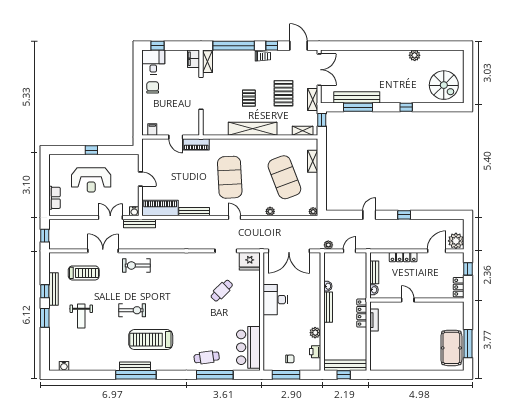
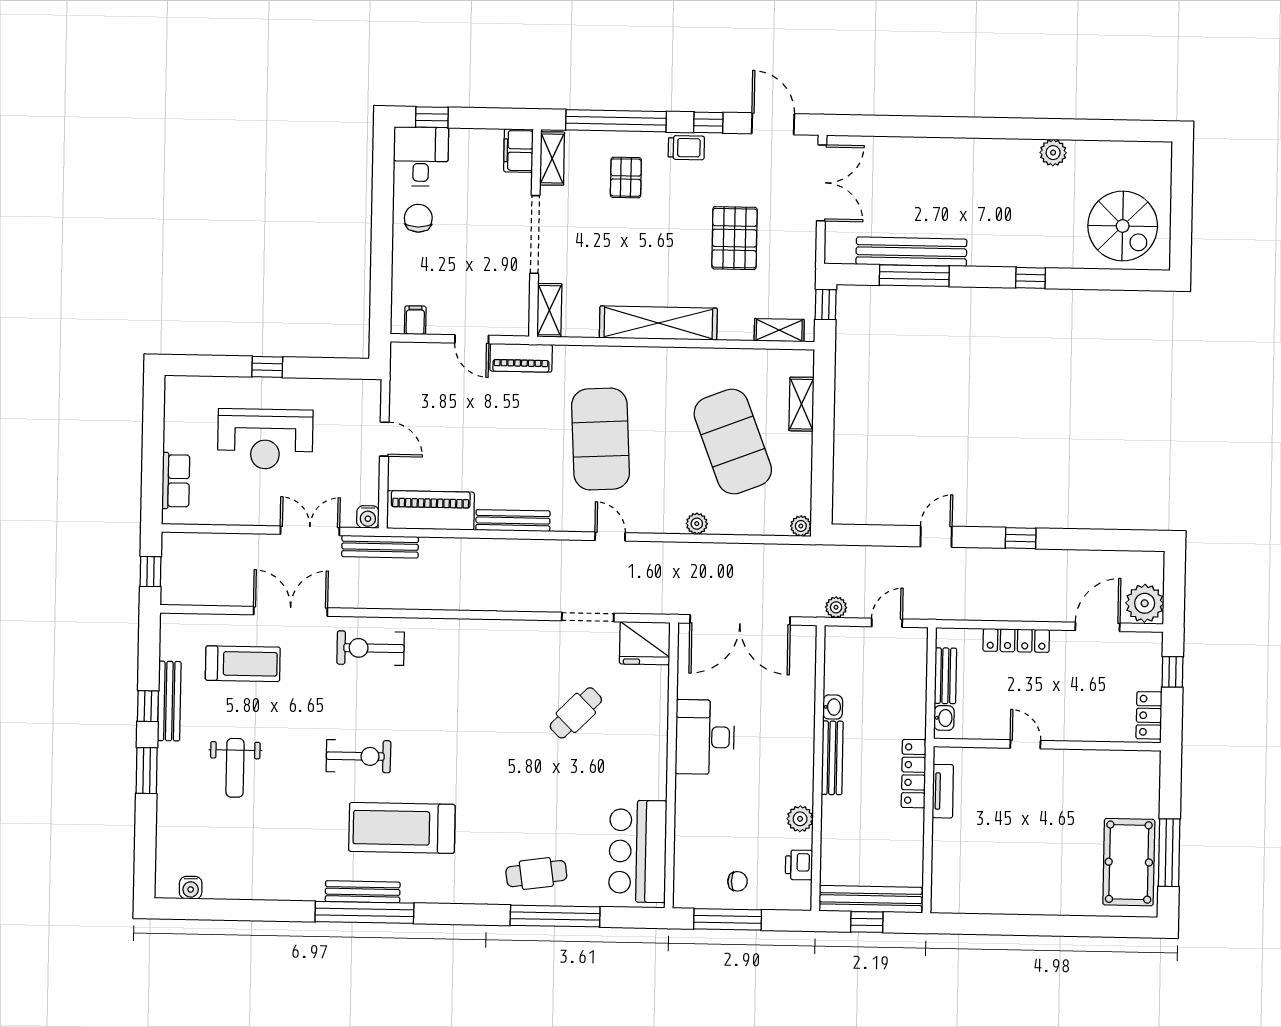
pallet: (249, 98) -> (626, 178), moved
shelving: (313, 99) -> (549, 310), moved

